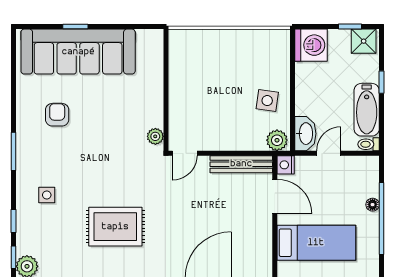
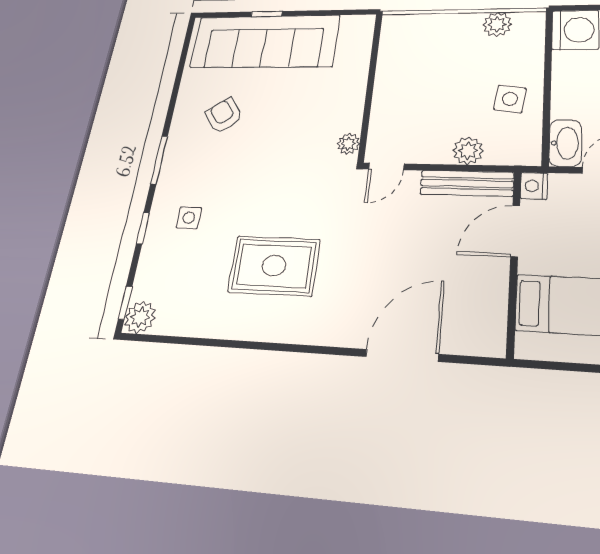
plant: (255, 40) -> (497, 24), added
armchair: (57, 115) -> (224, 115), turned -37
plant: (277, 140) -> (468, 151), moved
door: (275, 196) -> (515, 231), swing flipped
window: (14, 221) -> (143, 228), moved

